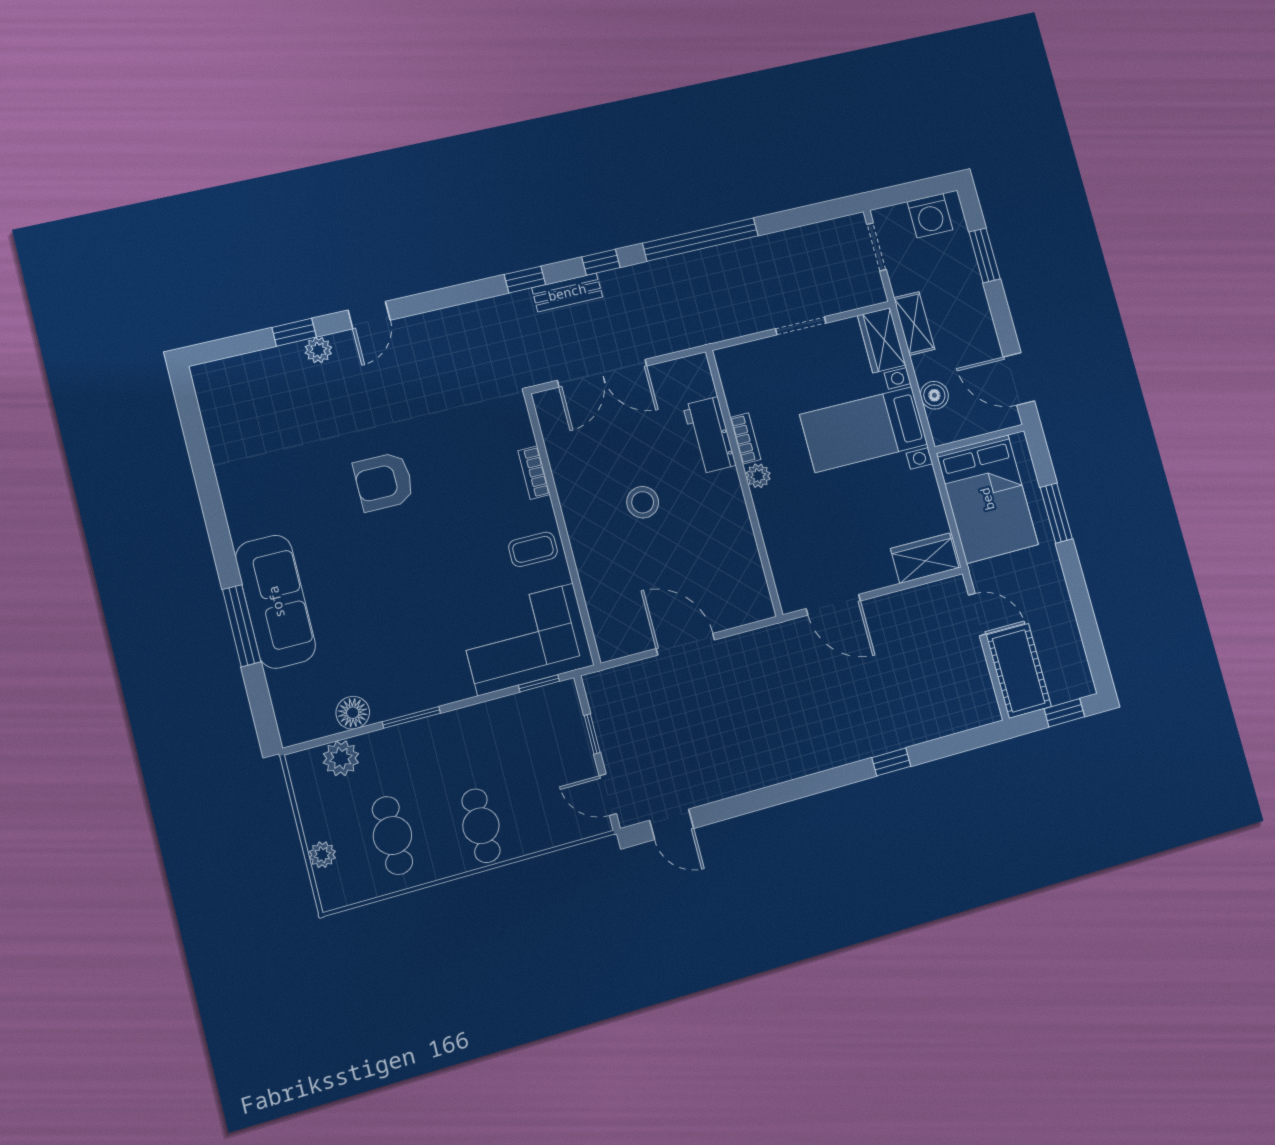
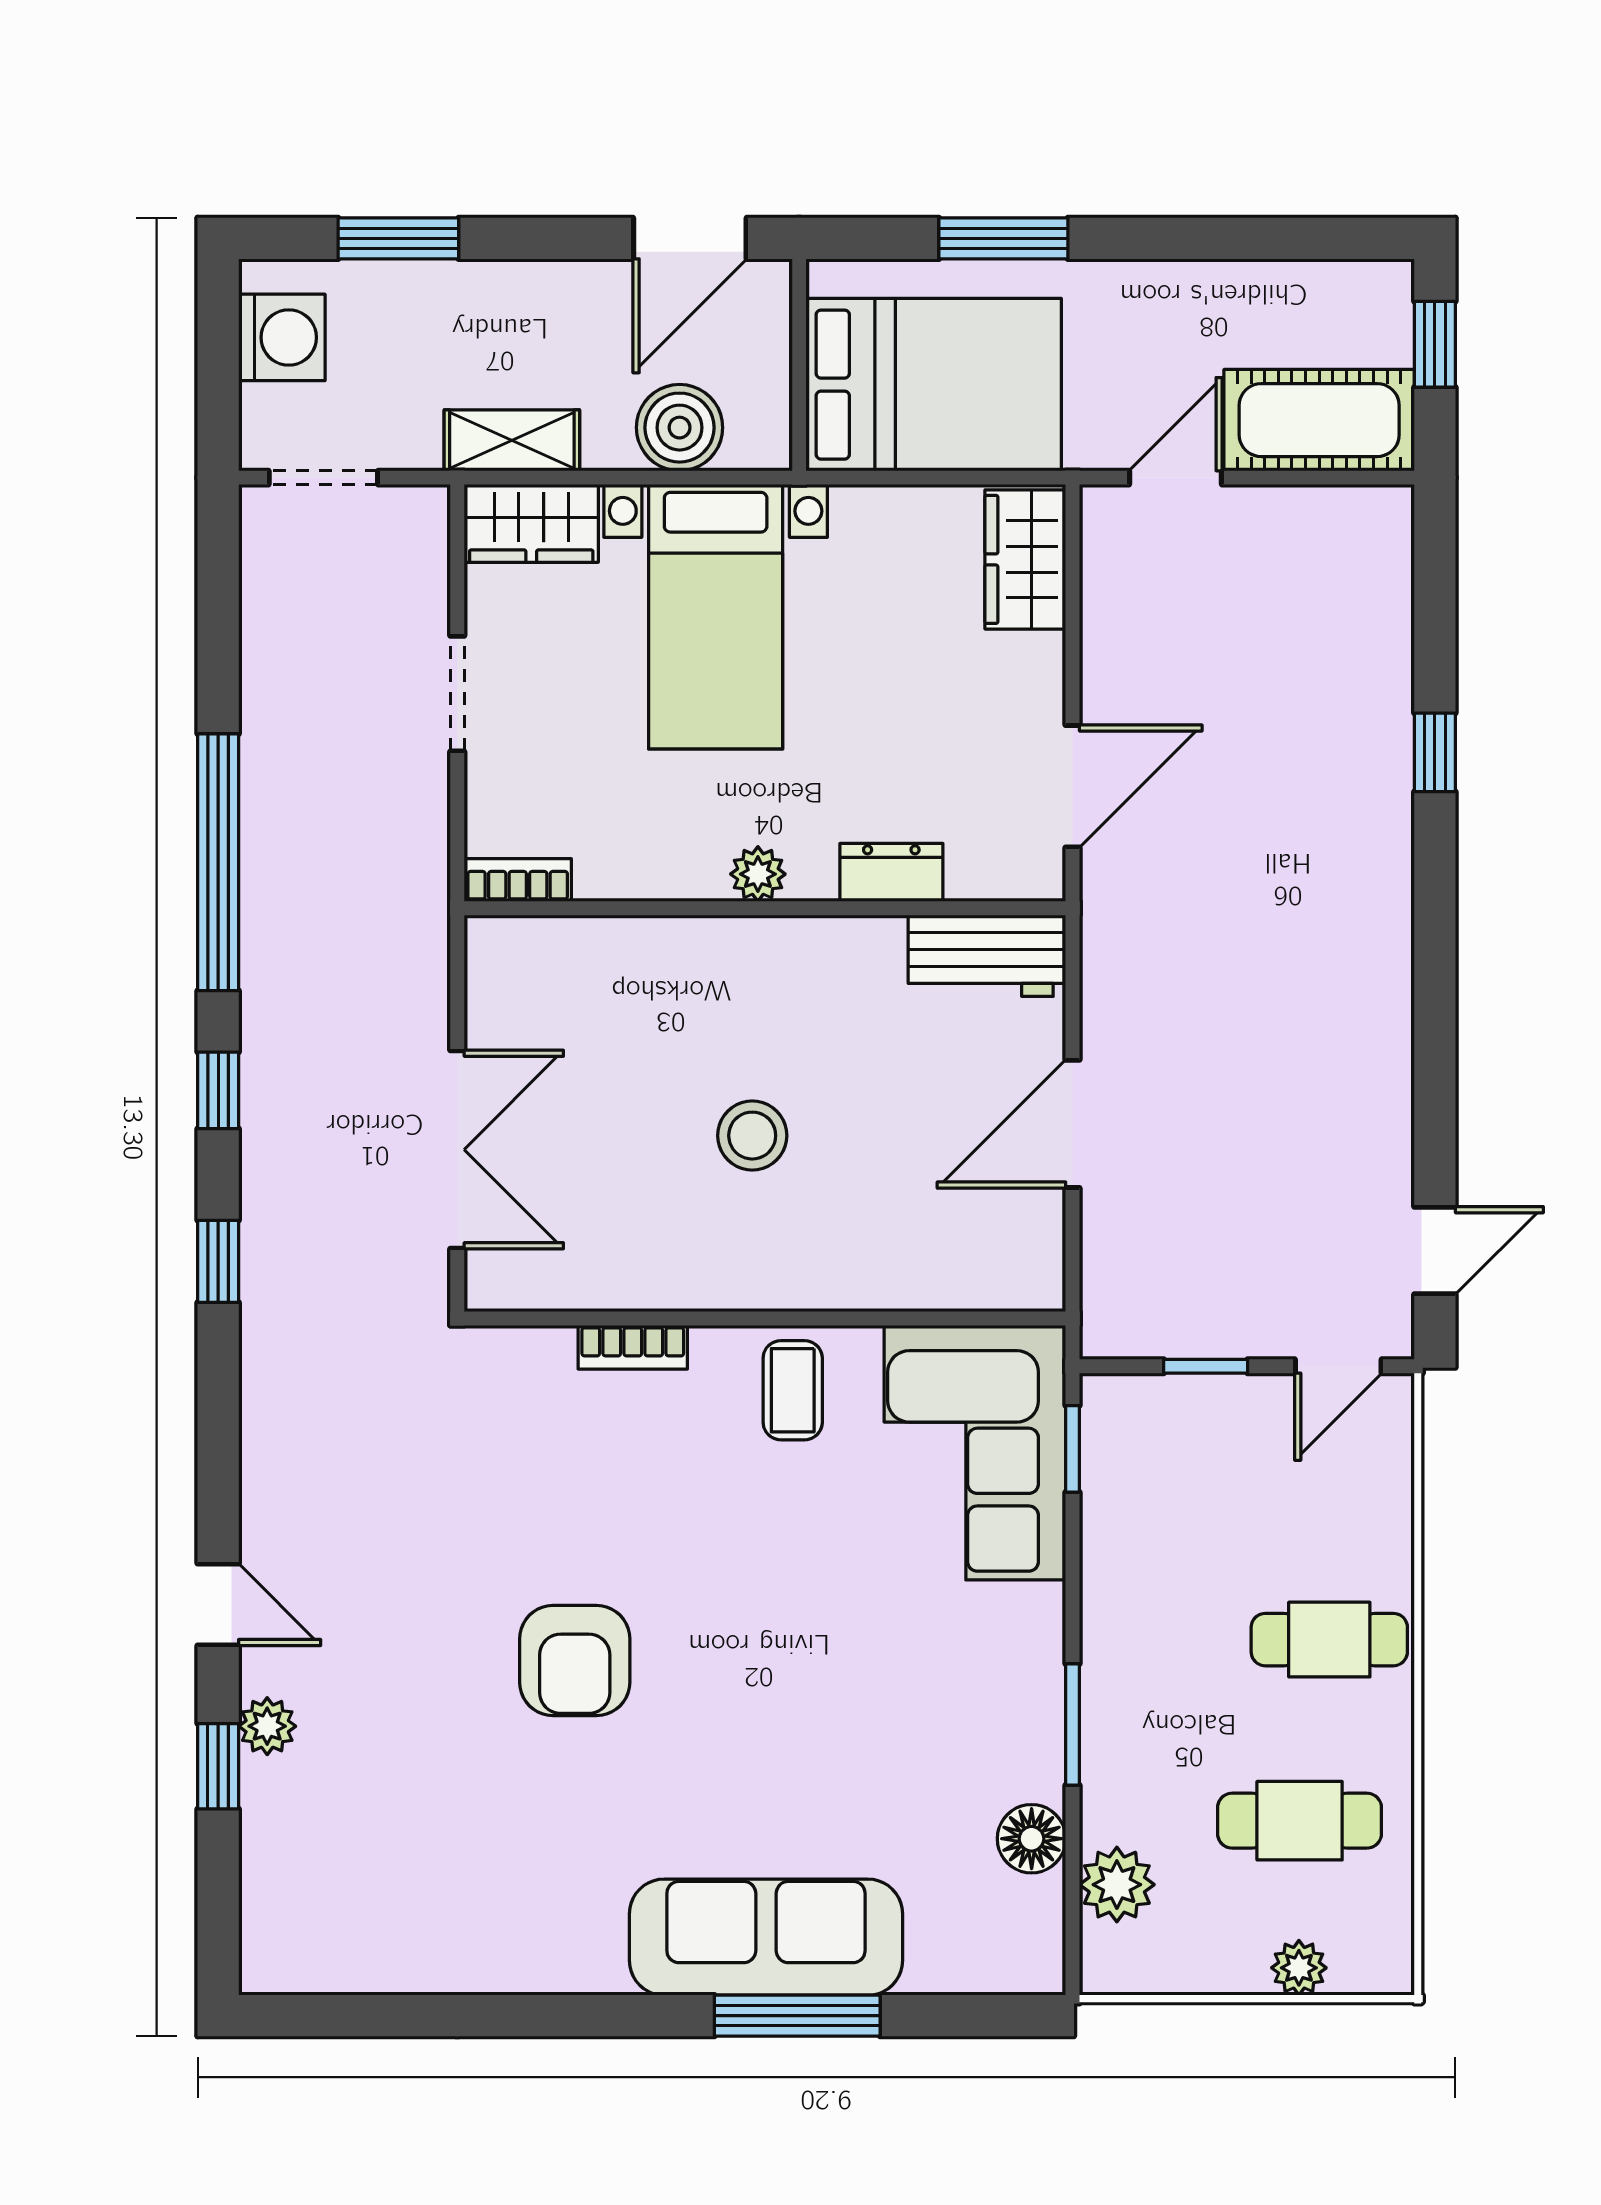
bench: (567, 292) -> (266, 1179), removed
boiler: (934, 395) -> (680, 428), width x1.36, depth x1.36
workbench: (709, 435) -> (987, 956), moved
bookcase: (745, 438) -> (518, 880), moved
dresser: (775, 534) -> (891, 872), added

